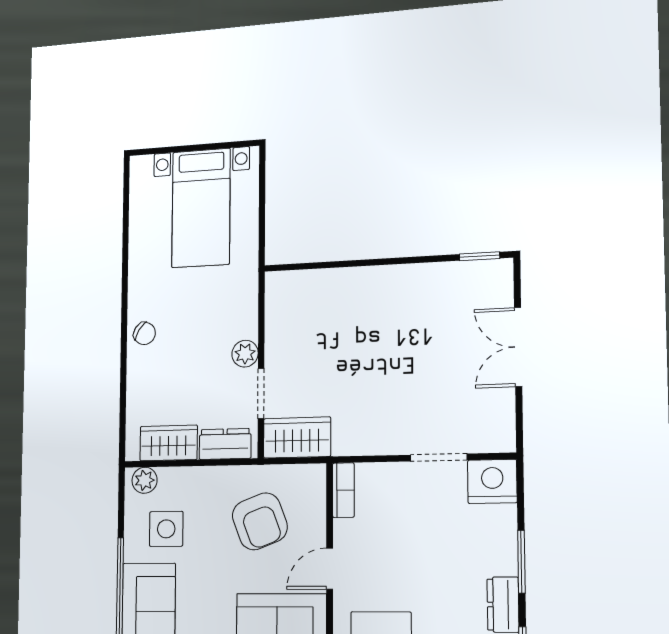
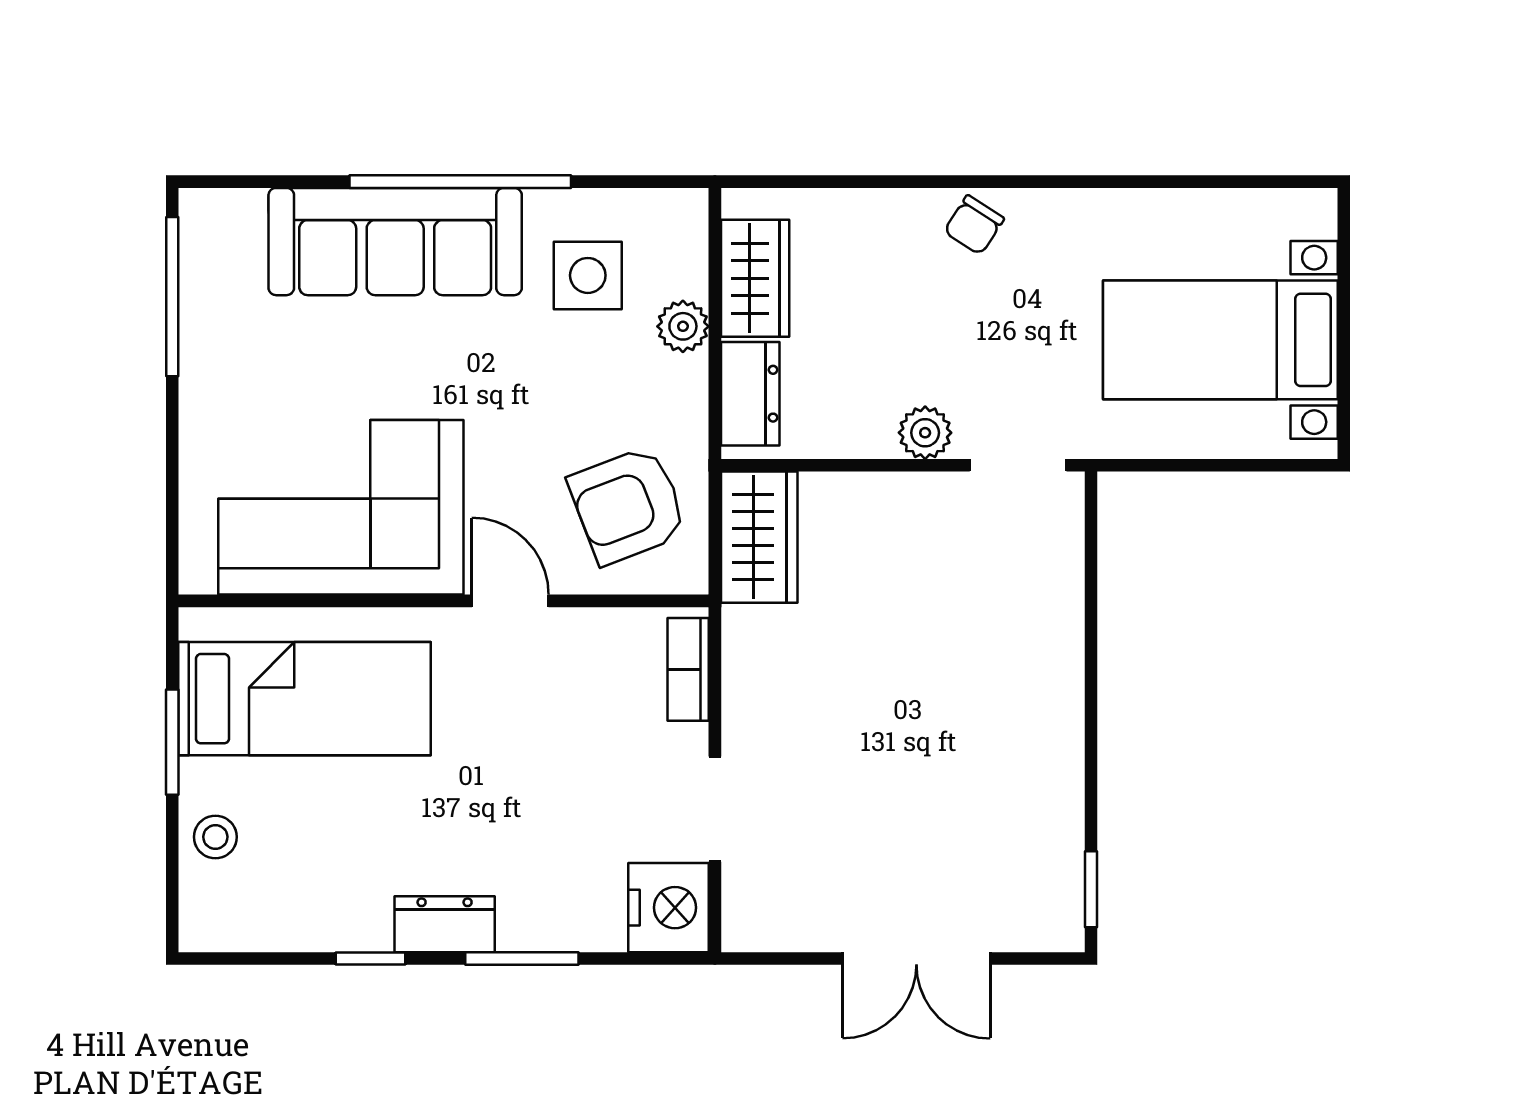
double door: (518, 347) -> (916, 959), swing flipped
doorway: (261, 393) -> (1018, 465), moved
plant: (145, 480) -> (683, 326), moved
bookcase: (343, 490) -> (688, 669), moved, turned 90
armchair: (260, 521) -> (628, 505), moved

